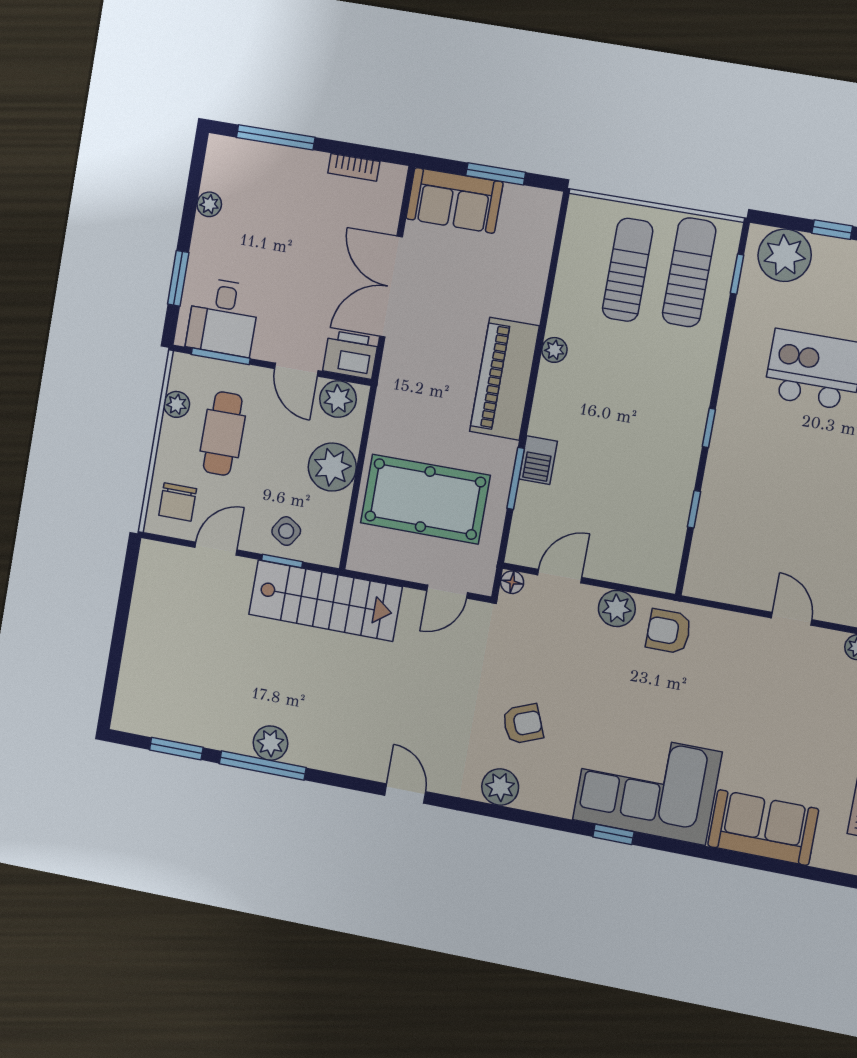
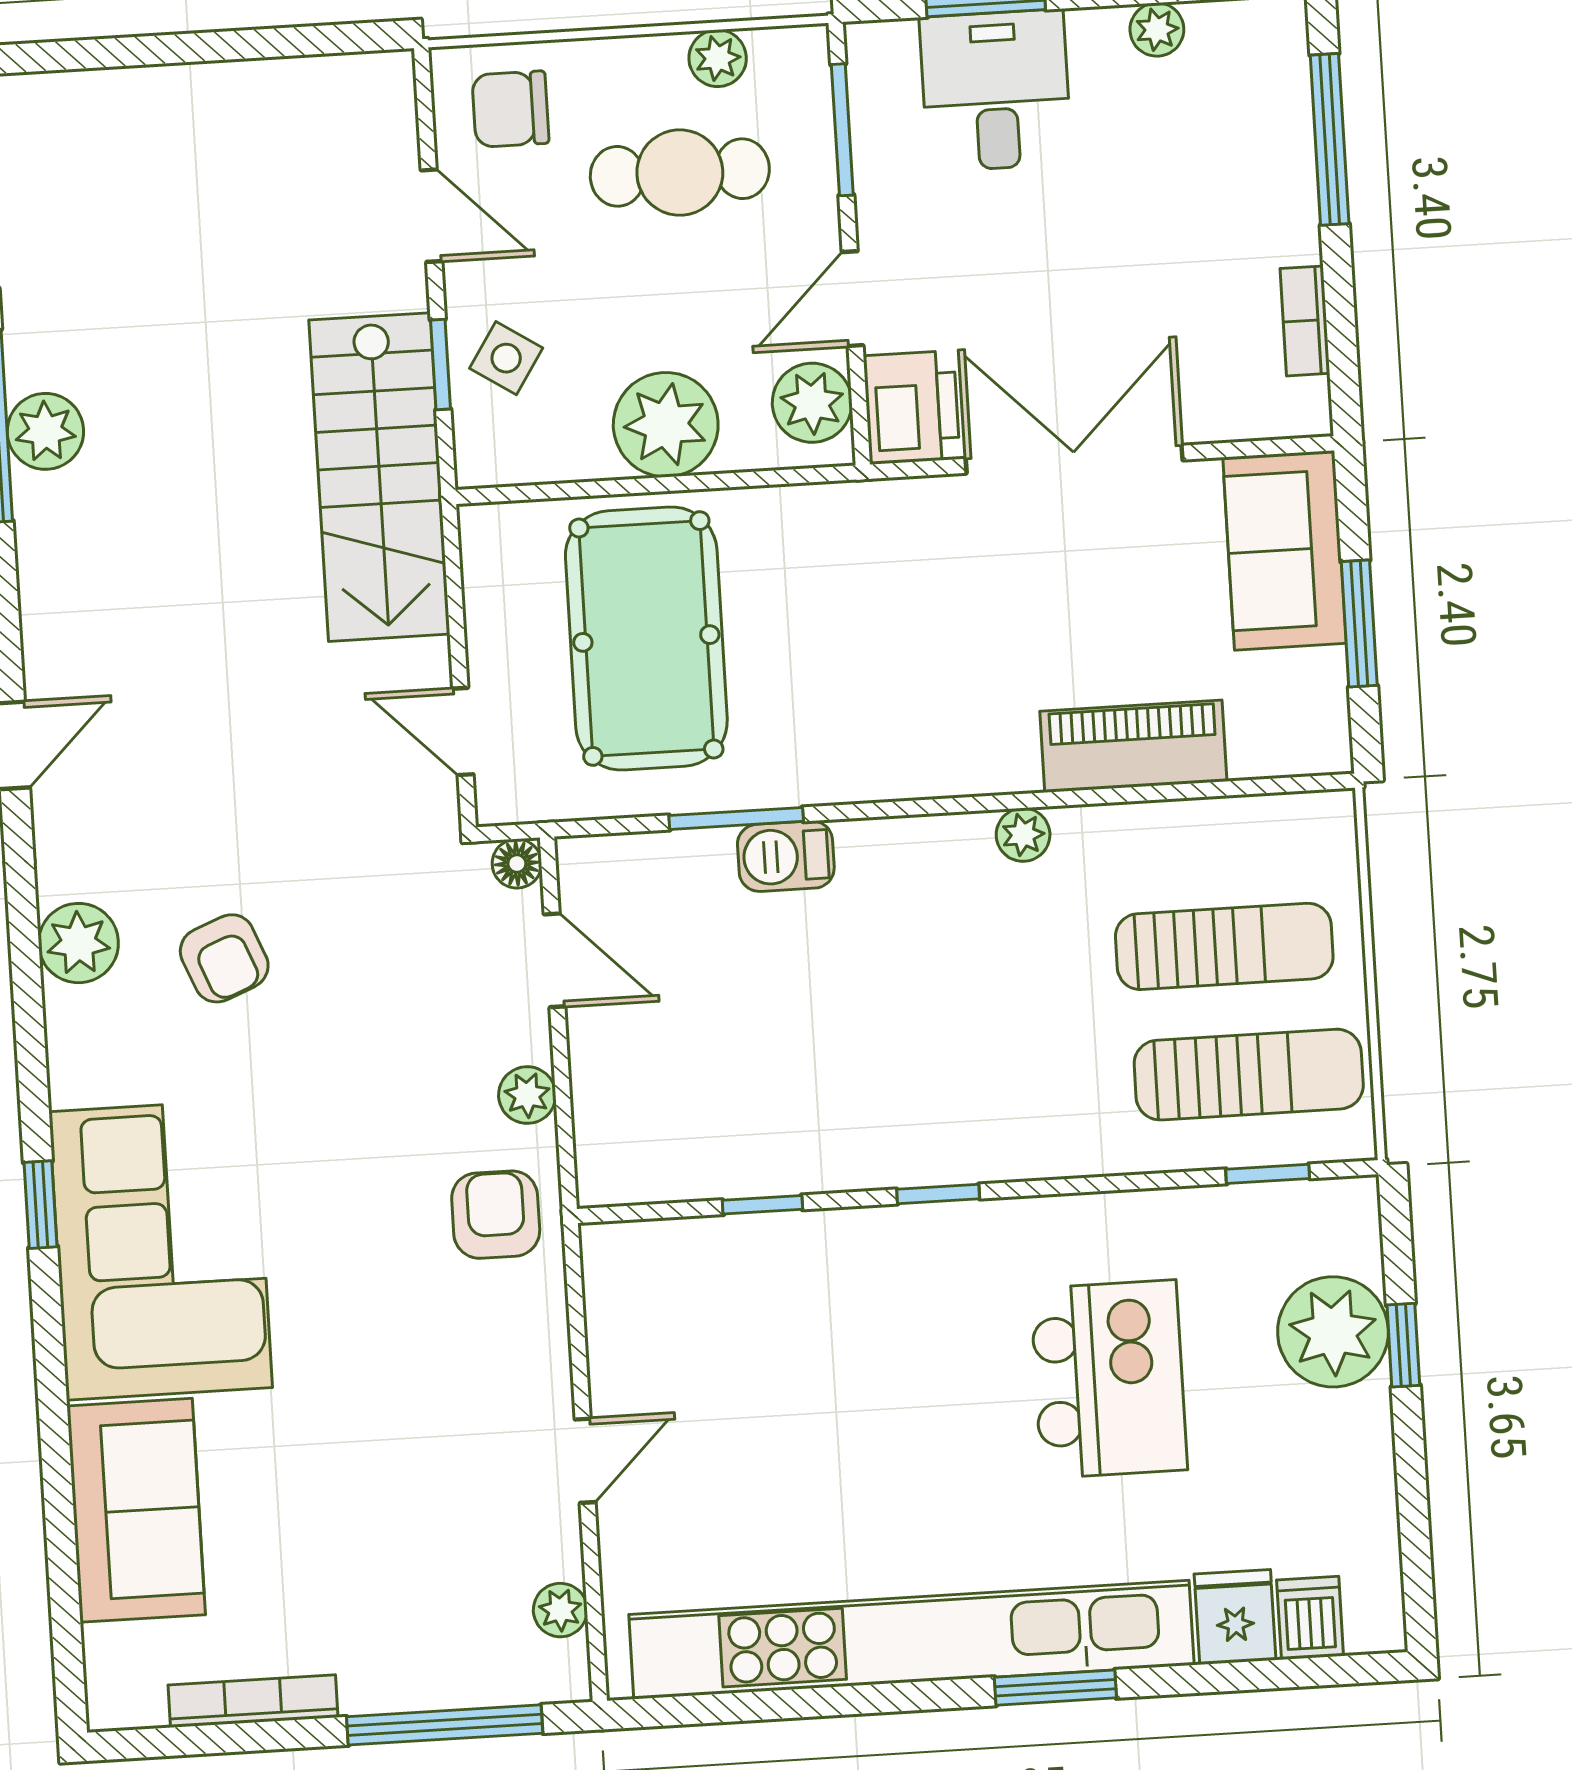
plant: (785, 255) -> (1333, 1332), moved
desk: (223, 317) -> (996, 90), moved, turned 90
piano: (504, 379) -> (1133, 746), moved, width x0.73, depth x0.75
plant: (617, 608) -> (527, 1095), width x0.73, depth x0.73

